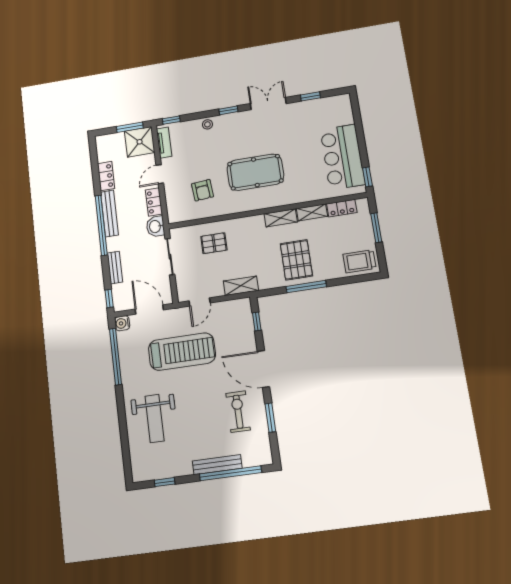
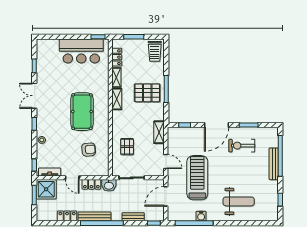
water cooler: (122, 323) -> (201, 216), moved

